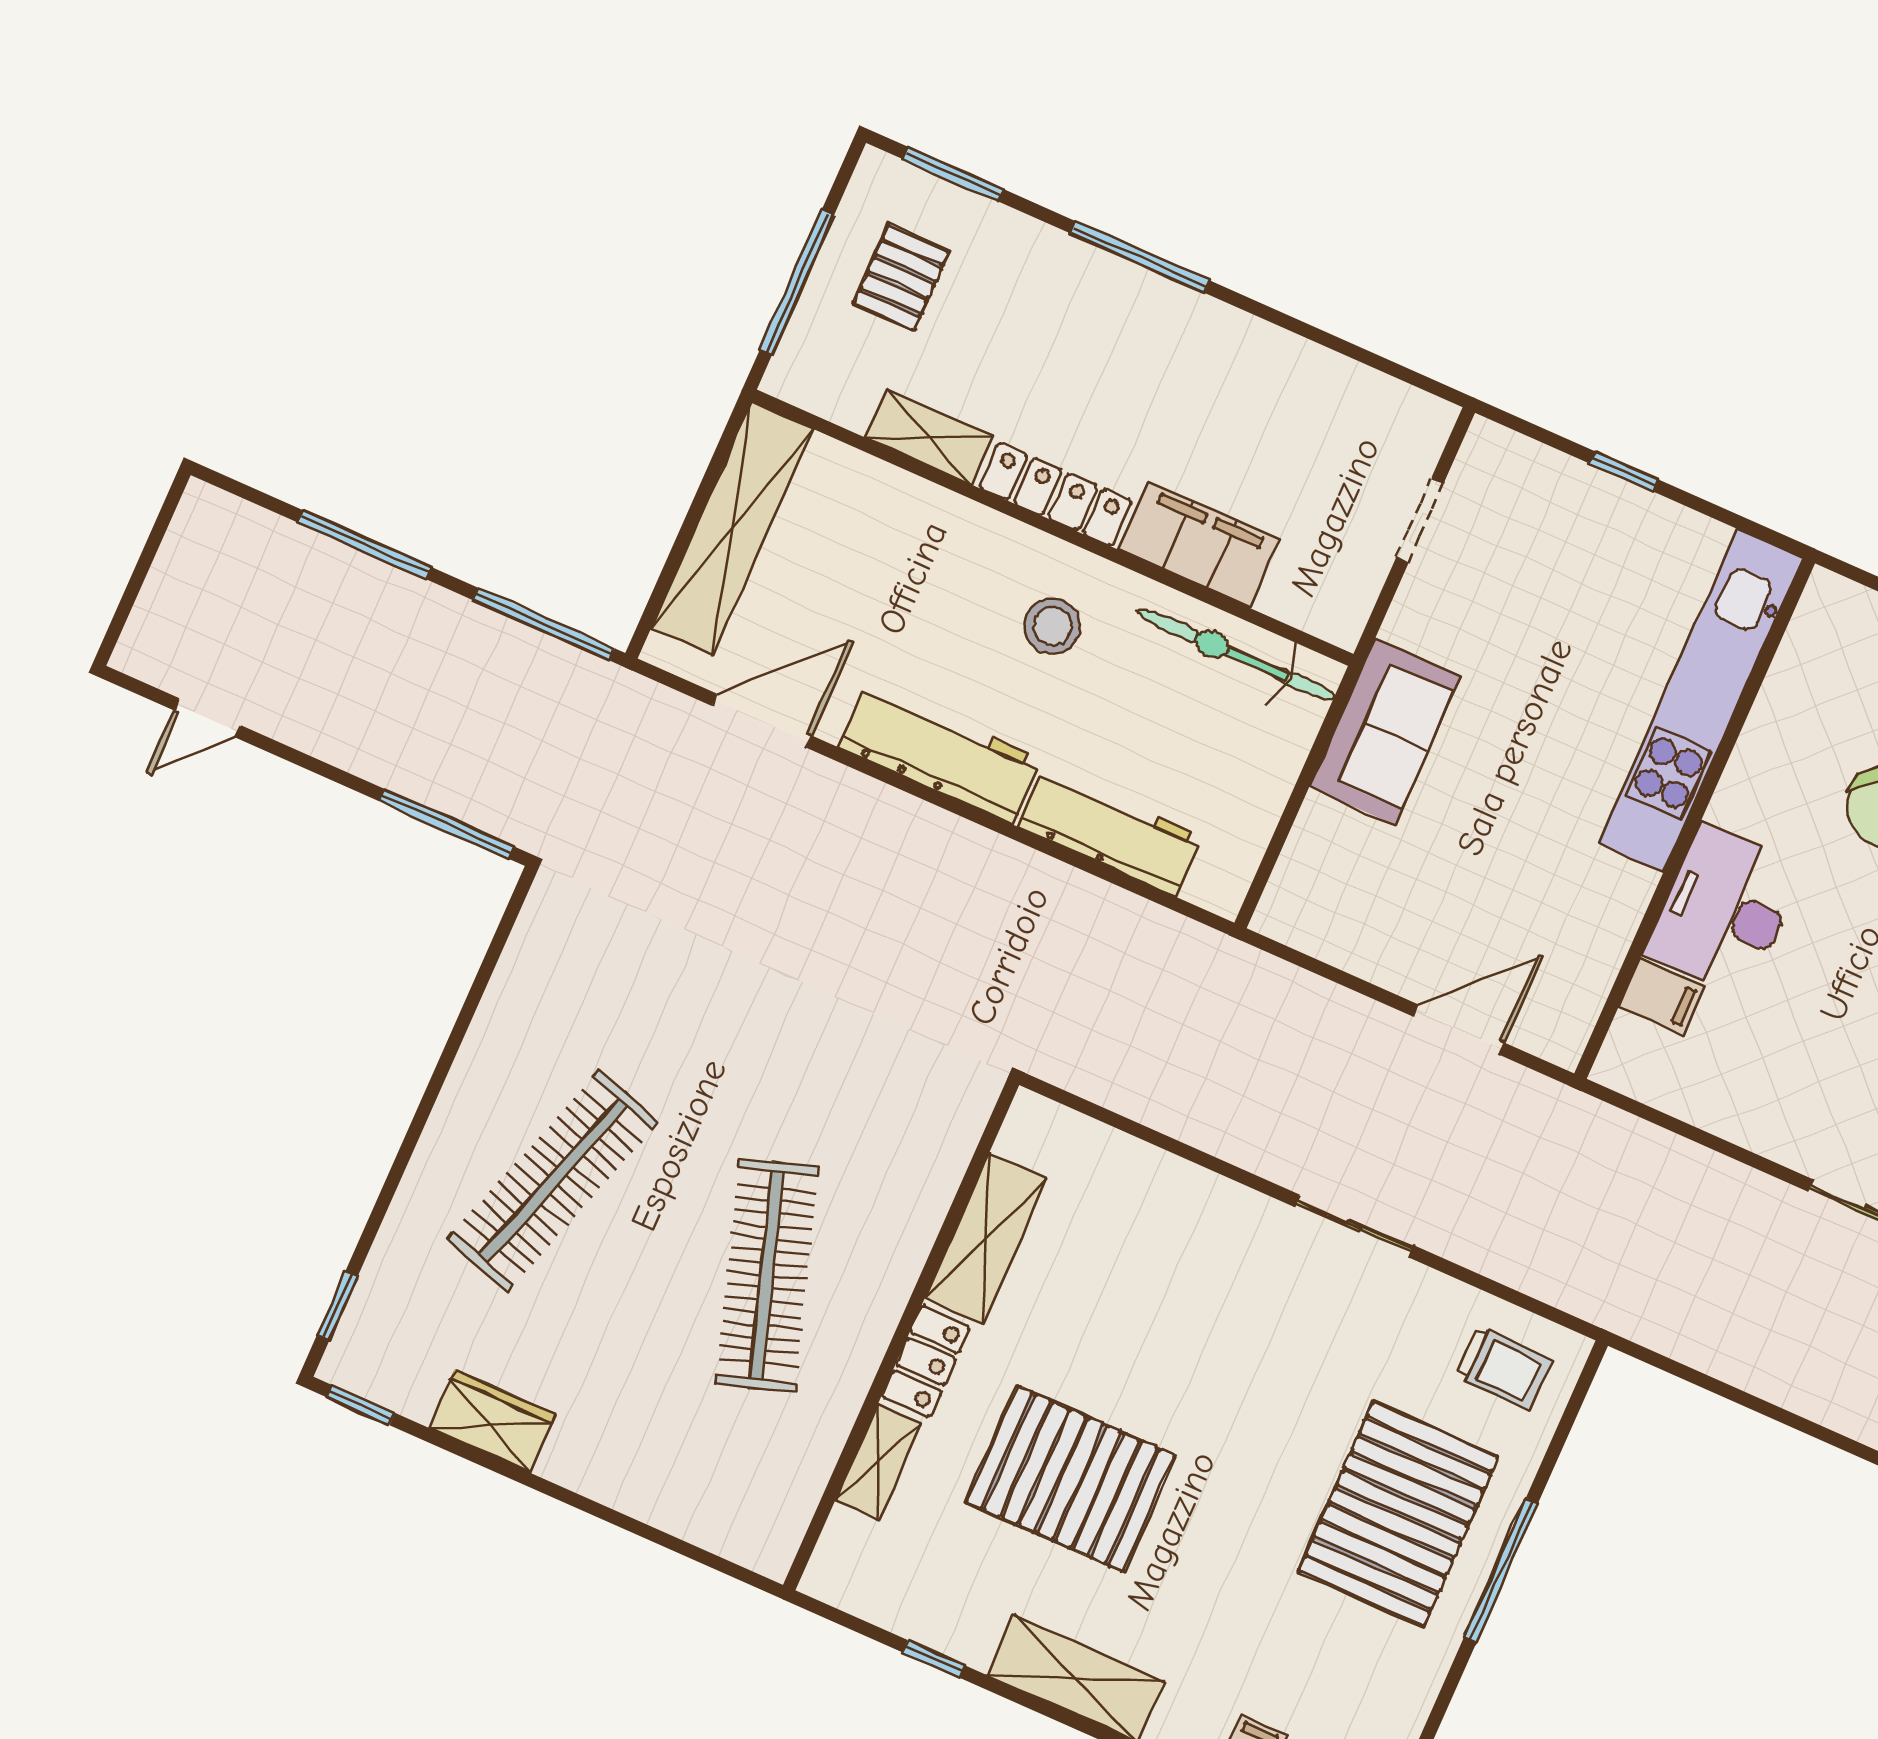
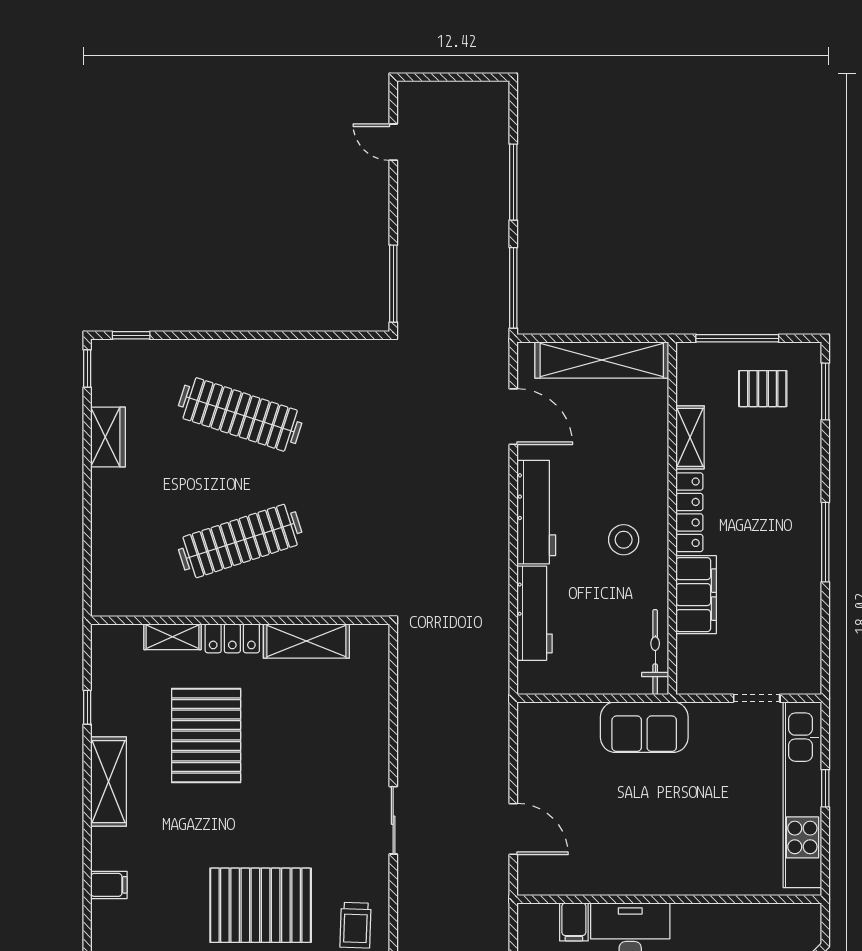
window: (1140, 257) -> (825, 542), moved
bicycle: (1236, 654) -> (655, 652), width x0.73, depth x0.71
kitchen unit: (1701, 701) -> (802, 795), moved, turned -90

